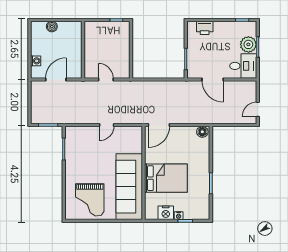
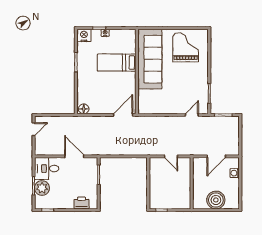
boiler: (52, 27) -> (216, 200), width x1.86, depth x1.86
door: (107, 125) -> (192, 115), moved
bed: (166, 178) -> (117, 63), width x0.67
nightstand: (166, 213) -> (84, 35), moved

